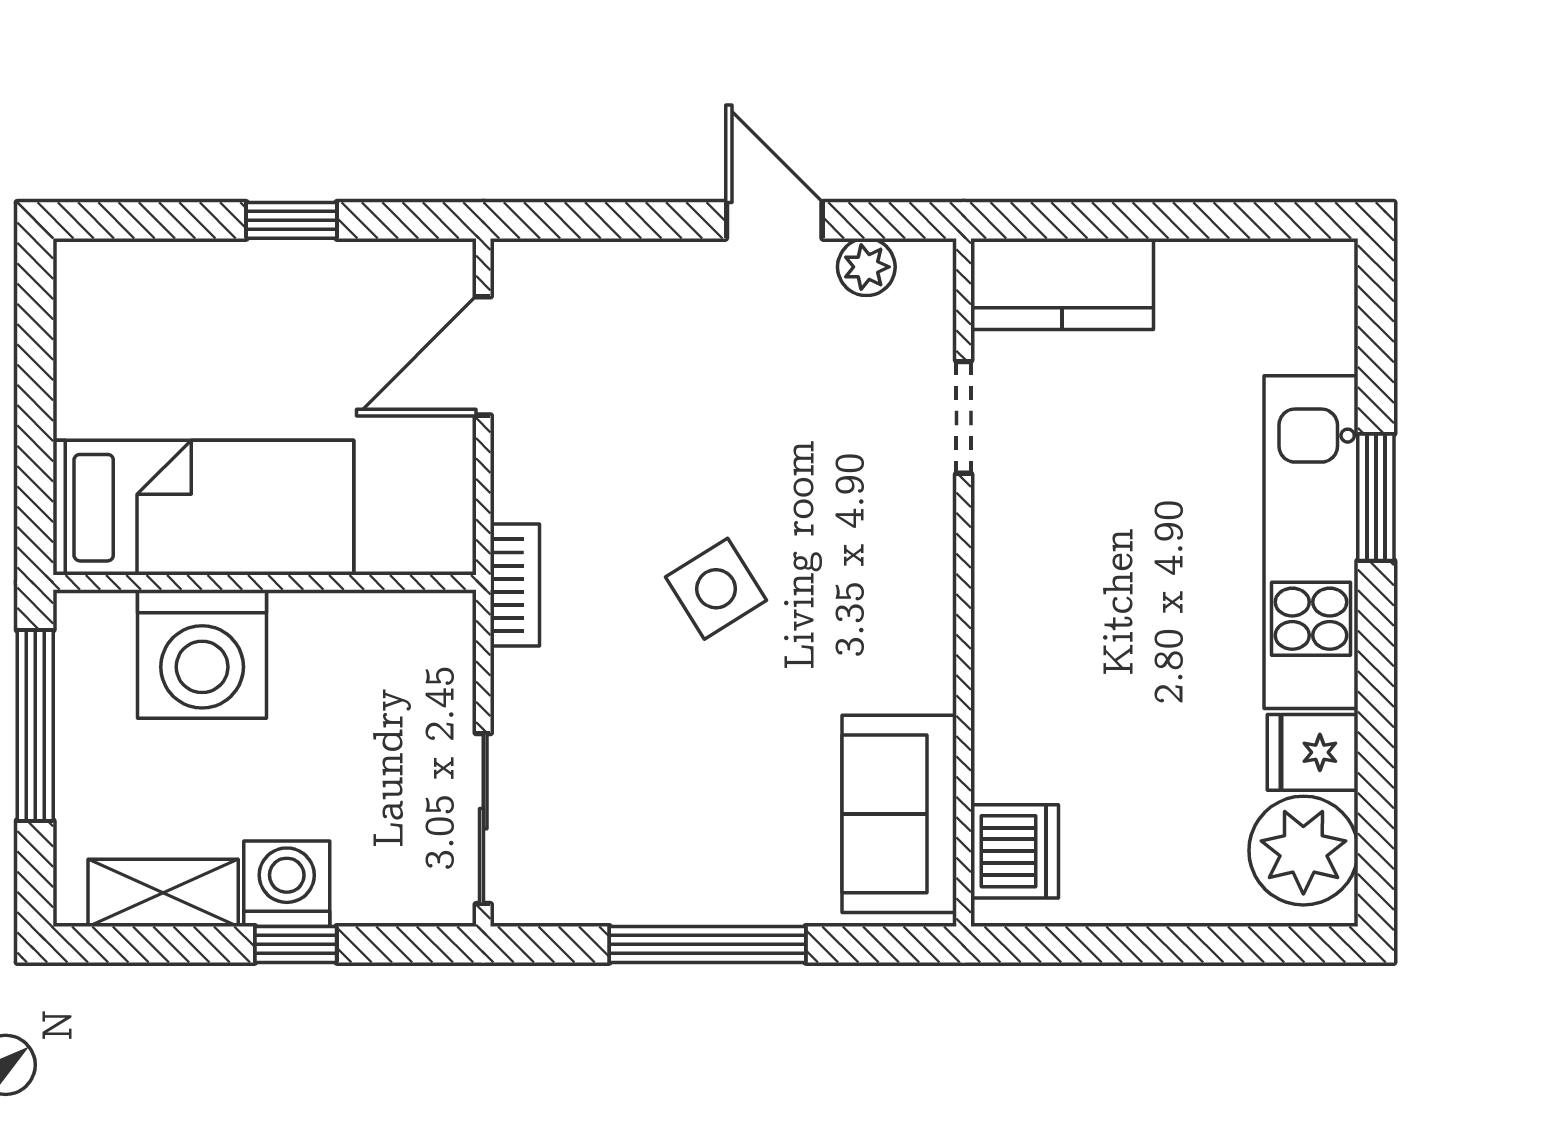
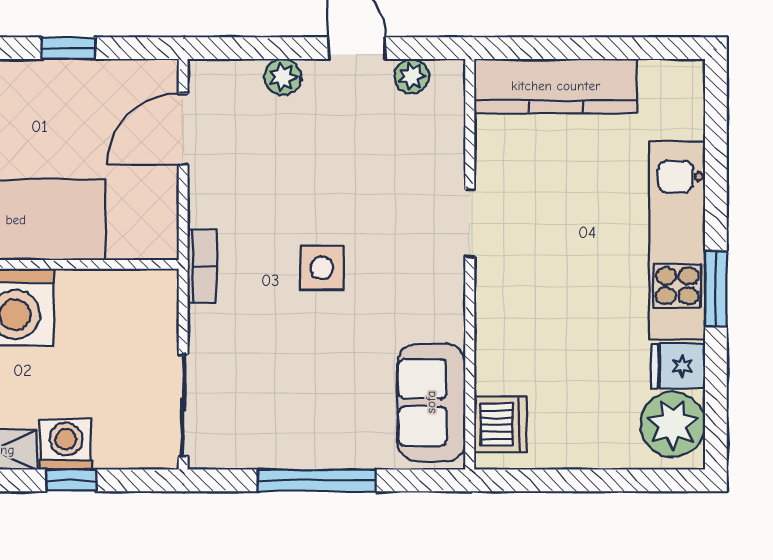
plant: (650, 269) -> (283, 77), added
kitchen counter: (1062, 284) -> (556, 86), width x1.50
doorway: (964, 417) -> (470, 223), moved
window: (1376, 497) -> (716, 289), moved
side table: (716, 589) -> (322, 268), turned 32

